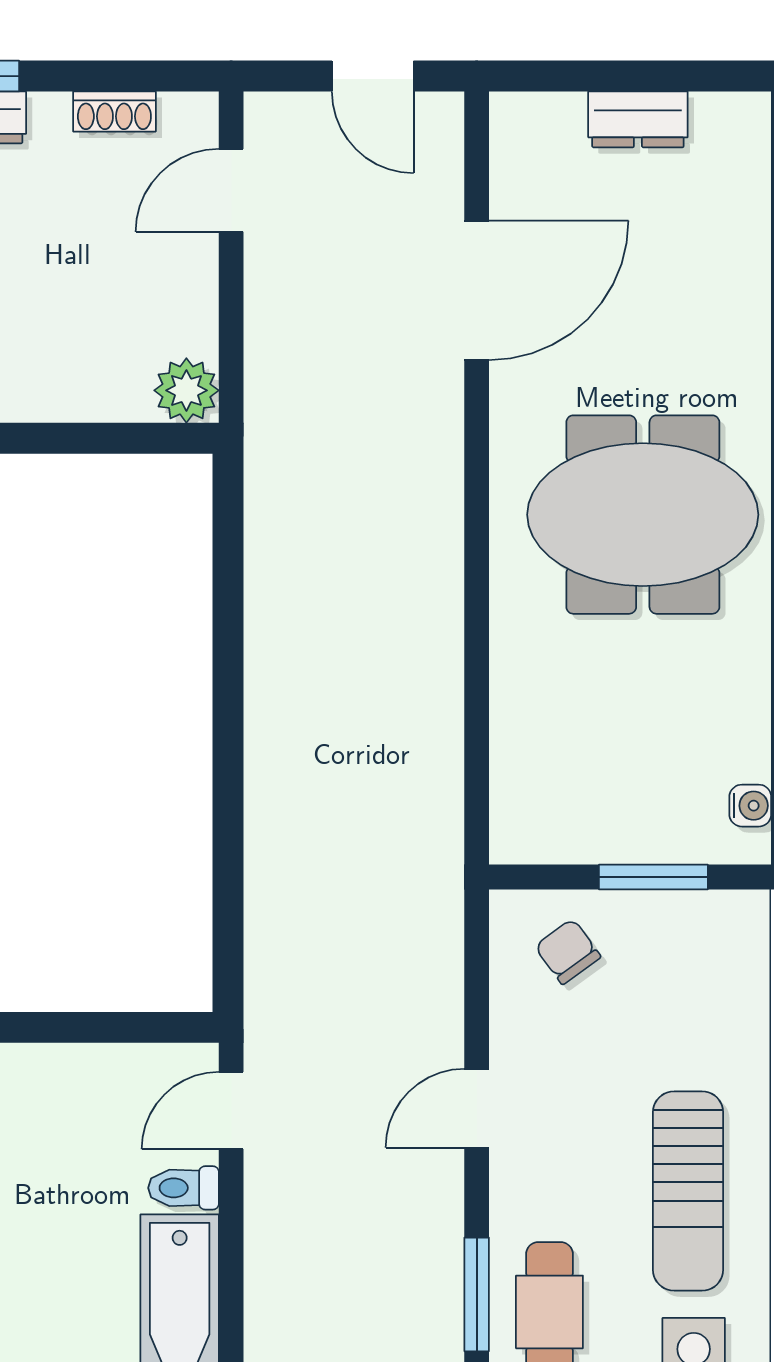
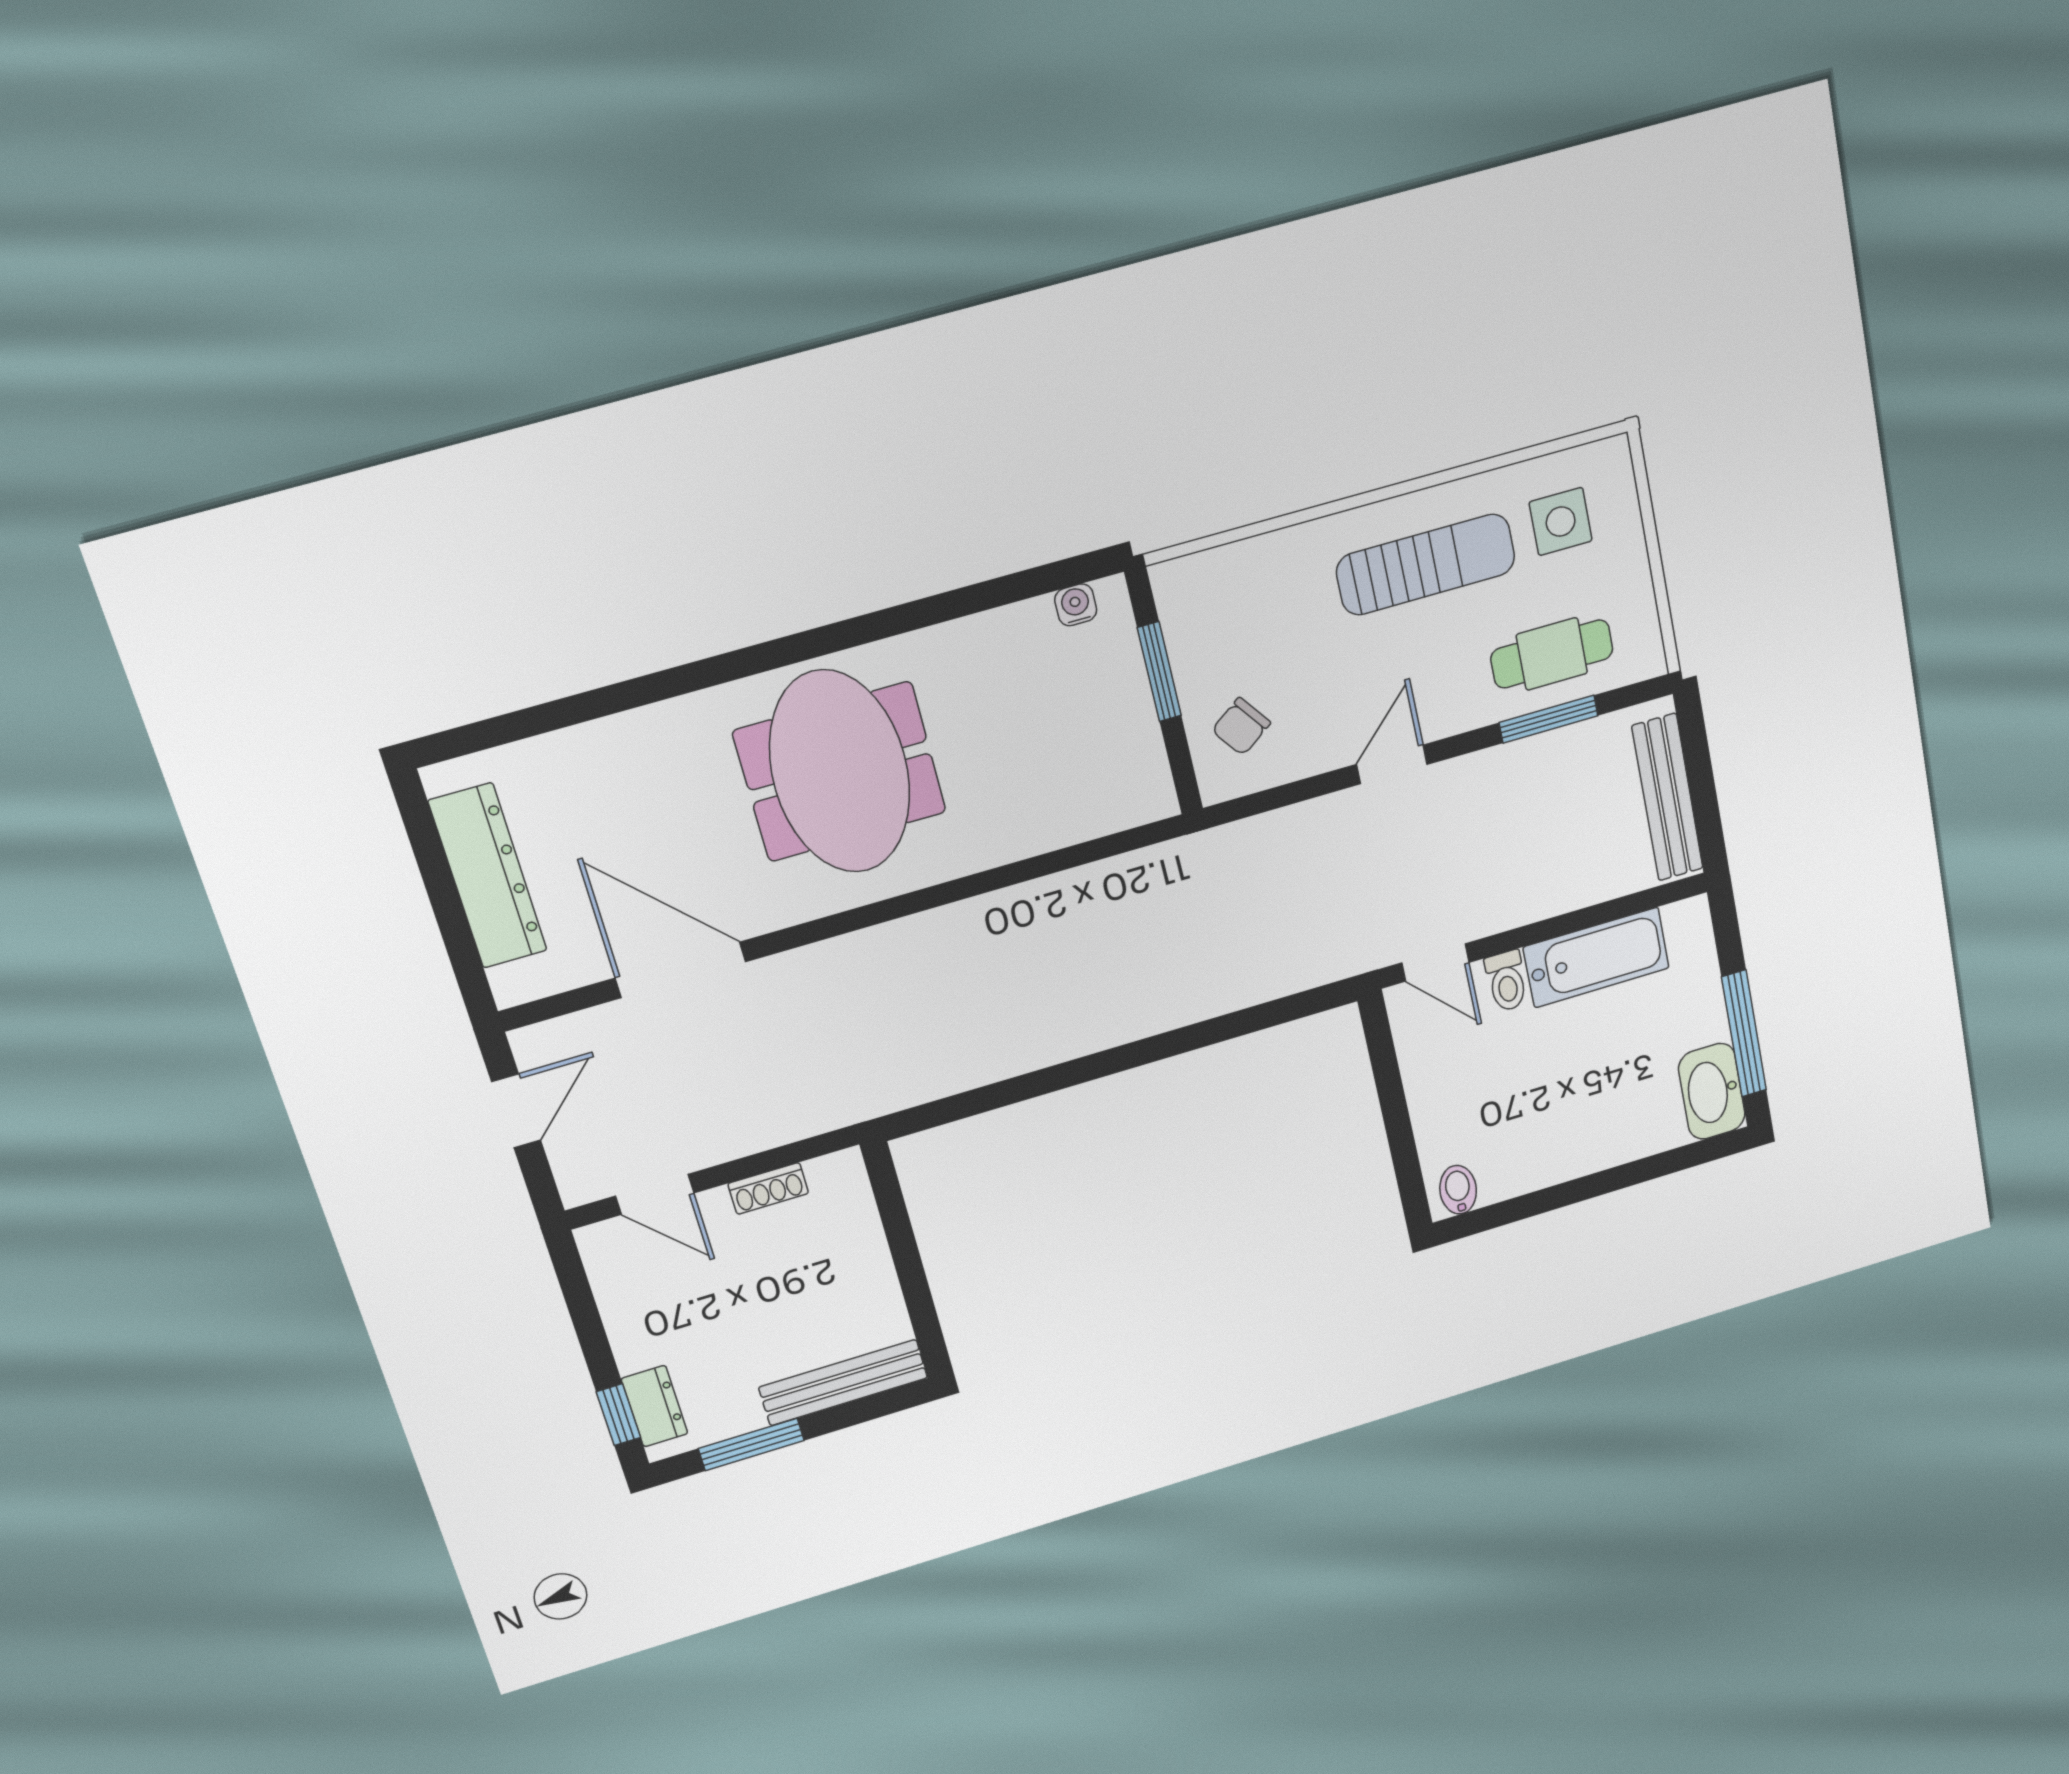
shoe rack: (114, 112) -> (768, 1188), moved, turned 90
dresser: (638, 119) -> (488, 876), width x1.96, depth x1.24
plant: (186, 390) -> (839, 1178), removed
door: (477, 1108) -> (1392, 764), swing flipped

